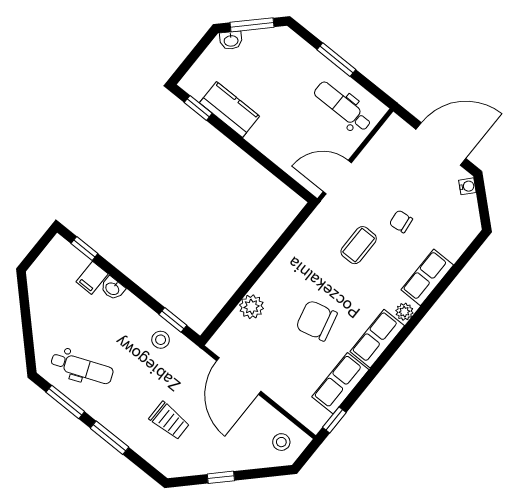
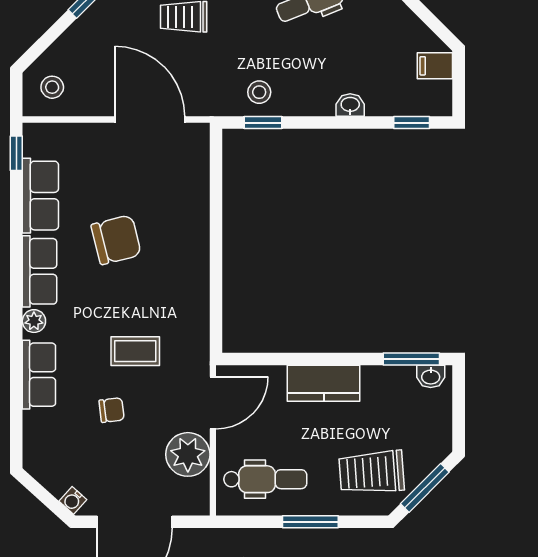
washbasin: (231, 40) -> (431, 376), moved, turned -135
trolley: (276, 60) -> (372, 472), added
window: (198, 108) -> (411, 359), width x1.50
kitchen counter: (230, 109) -> (324, 383), moved
coffee table: (359, 245) -> (135, 351), turned 90
filing cabinet: (92, 278) -> (435, 66), moved, turned -90
plant: (252, 307) -> (188, 454), moved, width x1.36, depth x1.36

